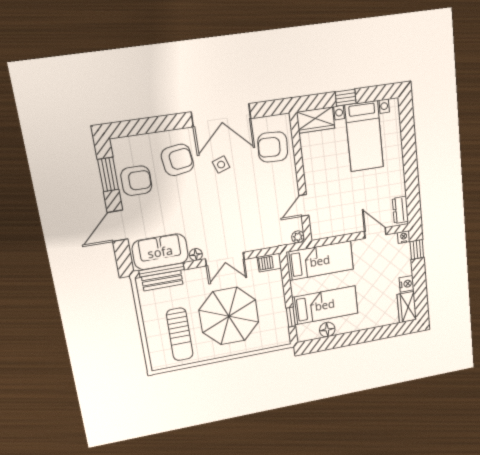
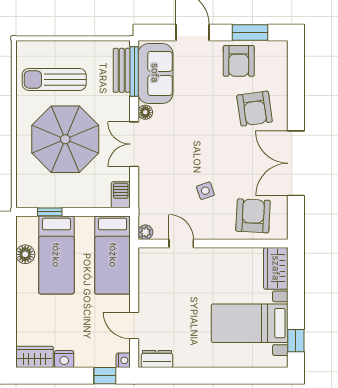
window: (346, 98) -> (296, 341), moved
side table: (221, 165) -> (205, 191), moved
door: (375, 233) -> (134, 326), swing flipped

